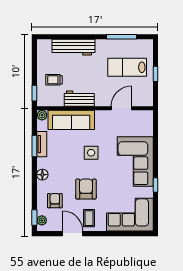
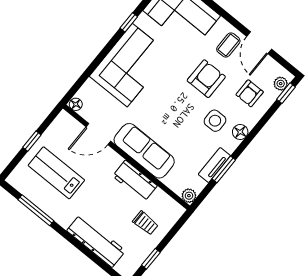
lab bench: (127, 67) -> (56, 173), turned 180
window: (34, 93) -> (151, 259), moved
floor lamp: (148, 115) -> (76, 104), added
sofa: (71, 120) -> (144, 151), moved
side table: (91, 153) -> (215, 121), moved
armchair: (86, 189) -> (206, 79), turned 180

